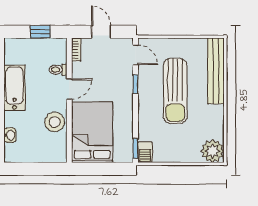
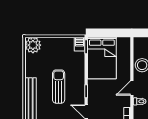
sun lounger: (175, 91) -> (59, 87), width x0.73, depth x0.75
bed: (92, 132) -> (102, 58), moved

